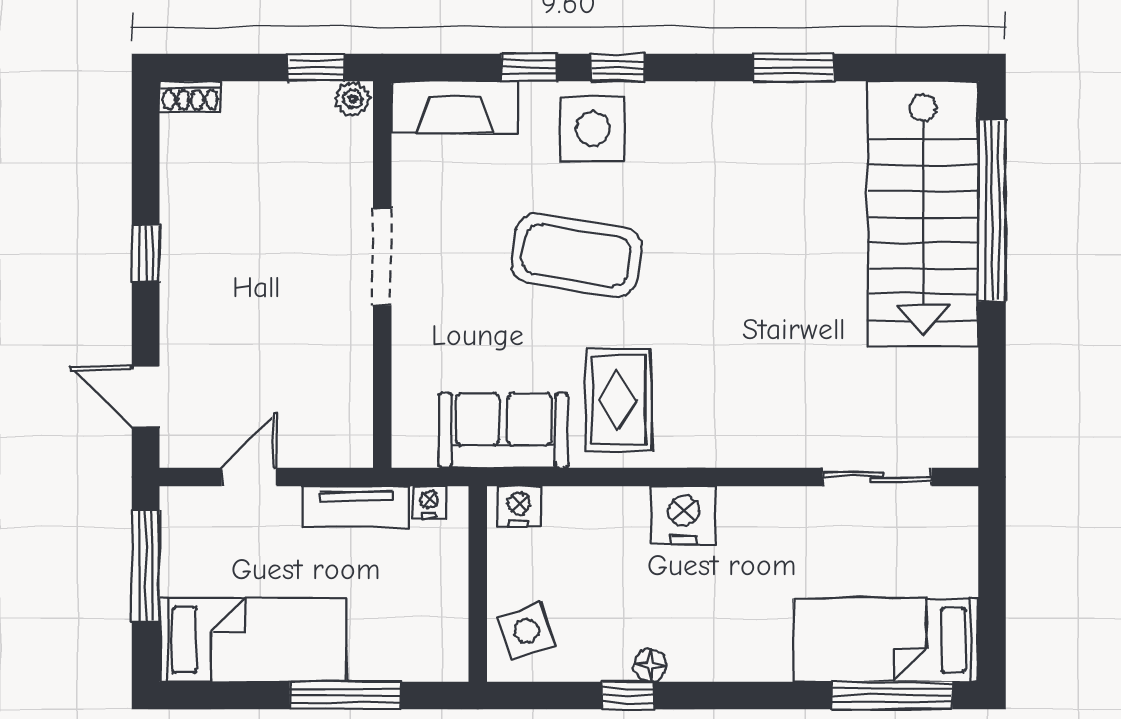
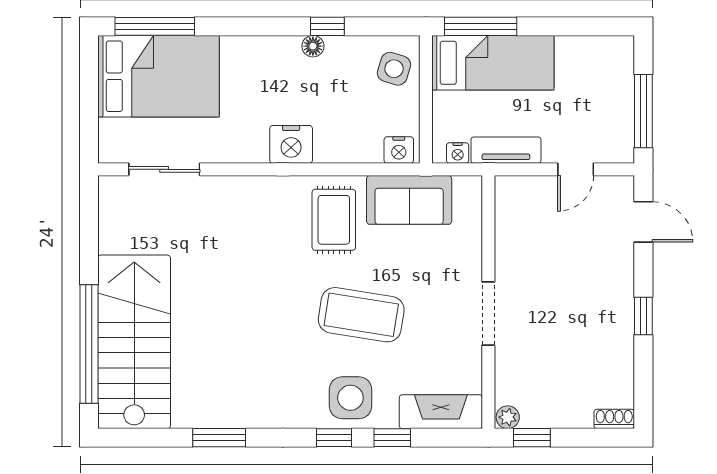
side table: (526, 631) -> (394, 69), turned 36
bed: (253, 640) -> (493, 63), moved, turned 180
bed: (886, 640) -> (159, 76), width x1.50
window: (345, 695) -> (481, 26), moved

